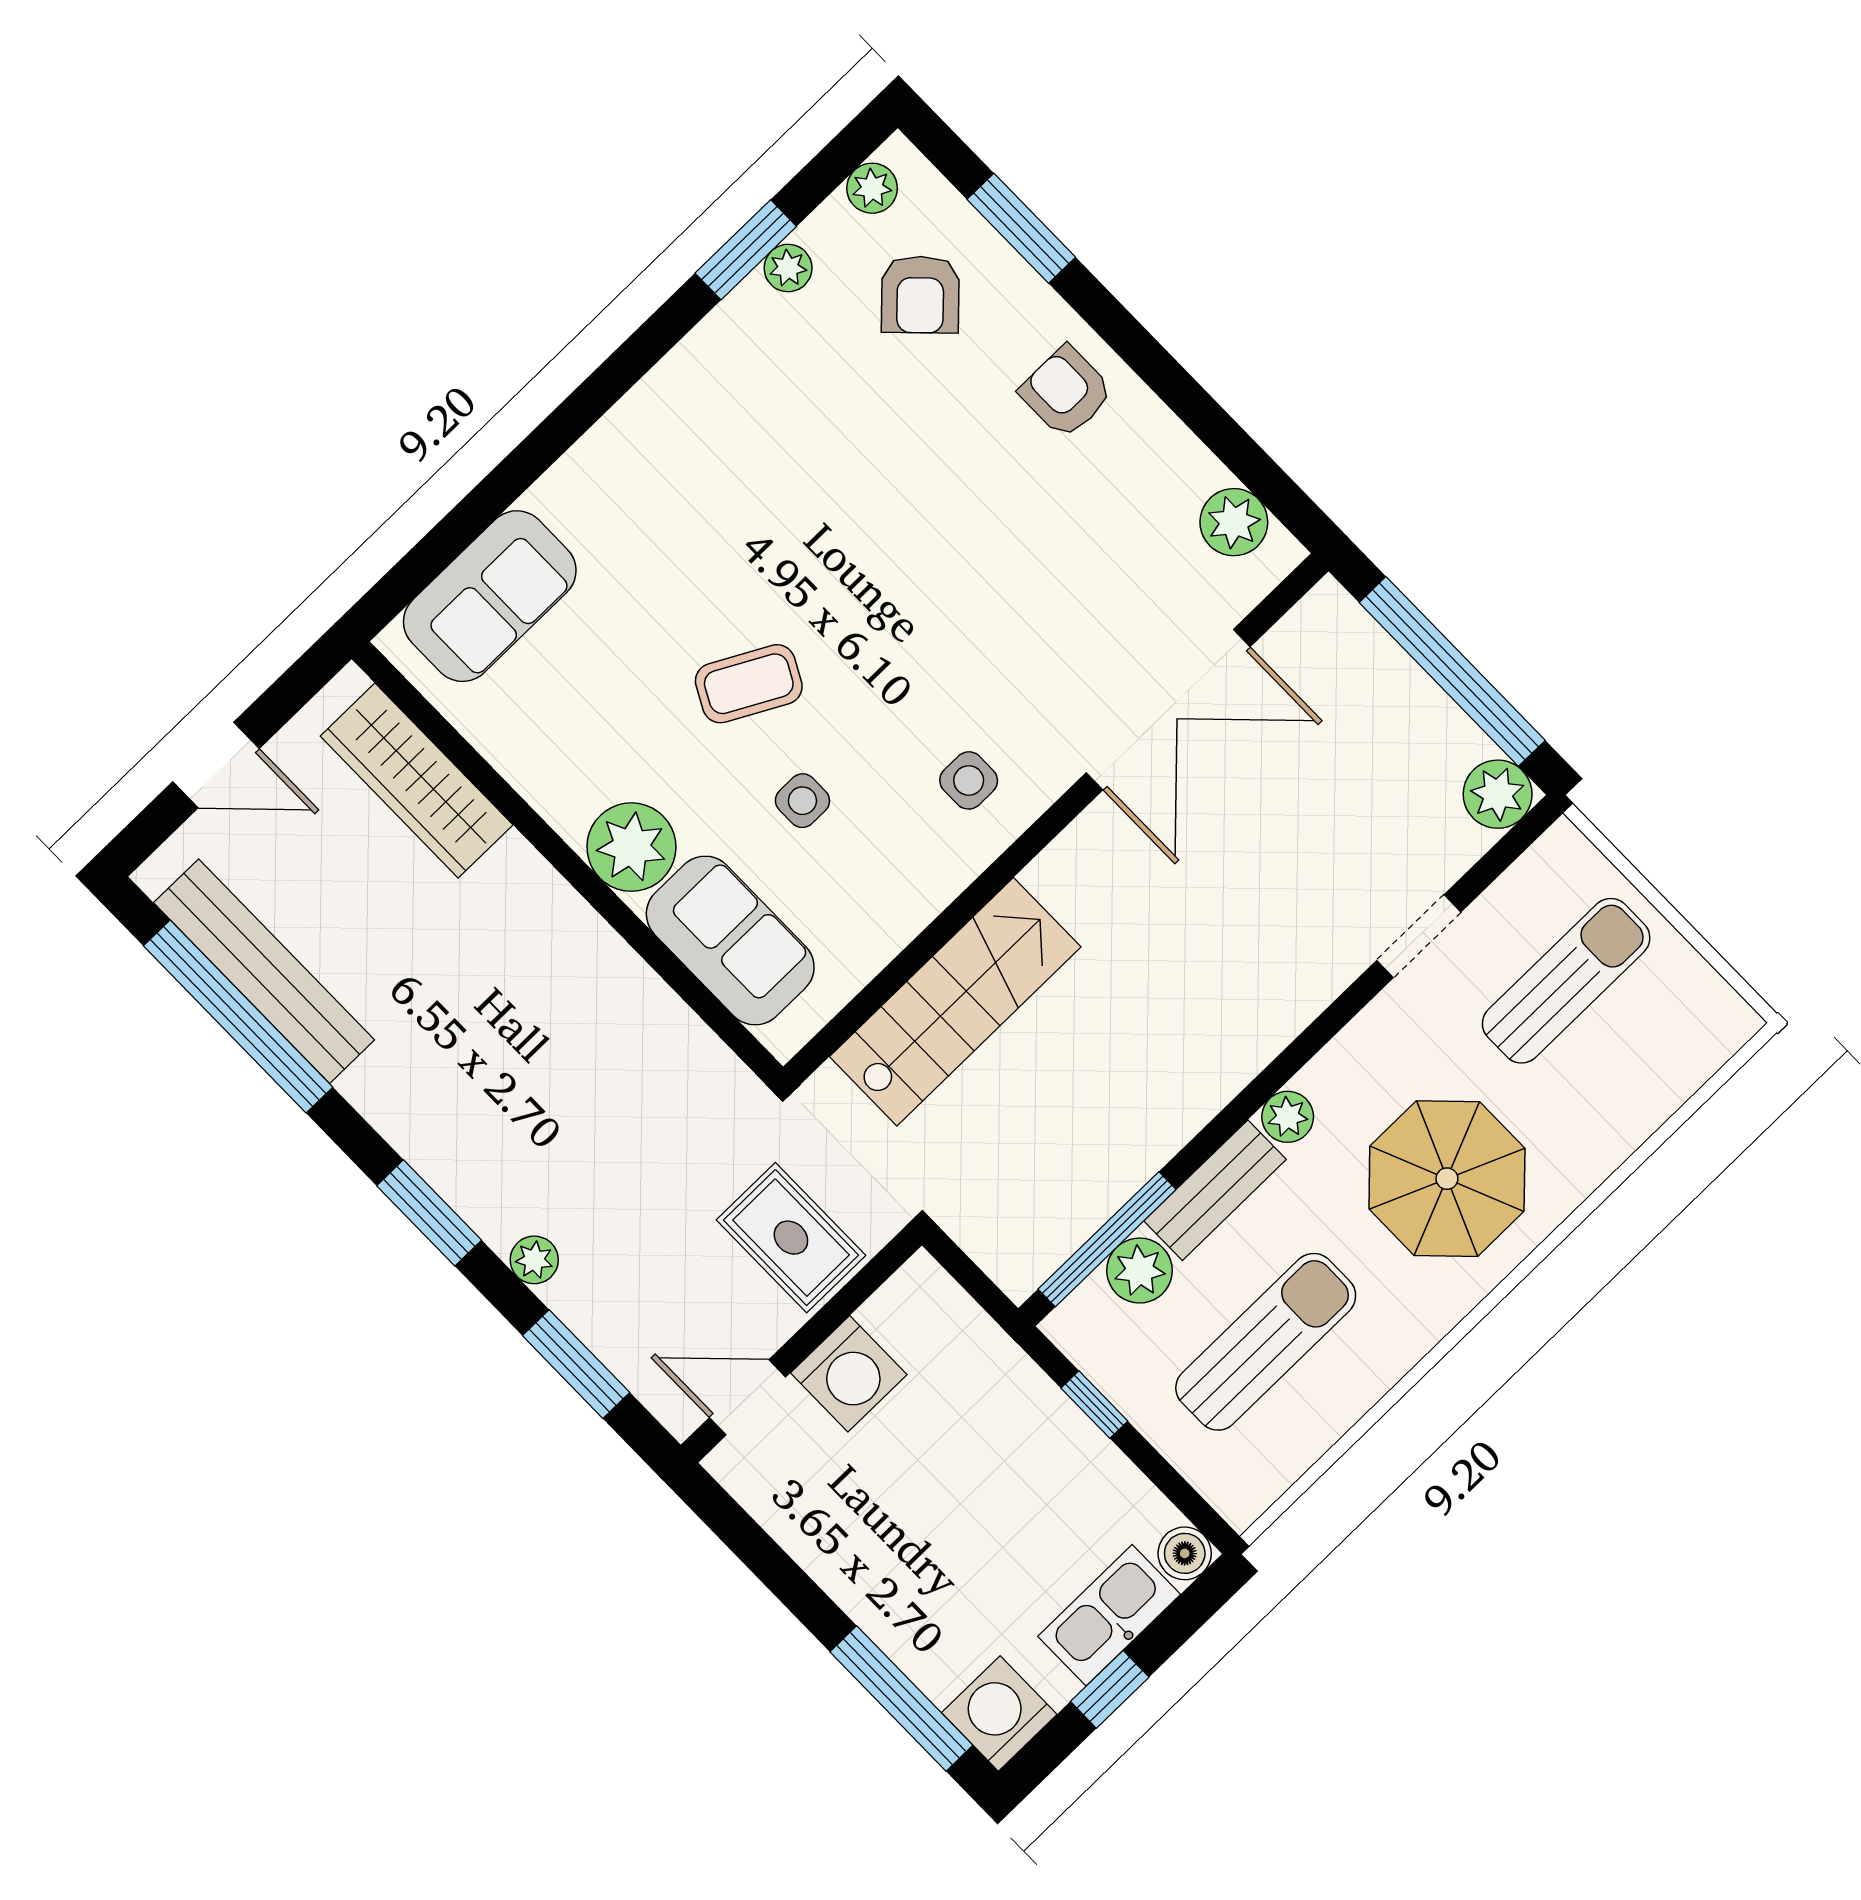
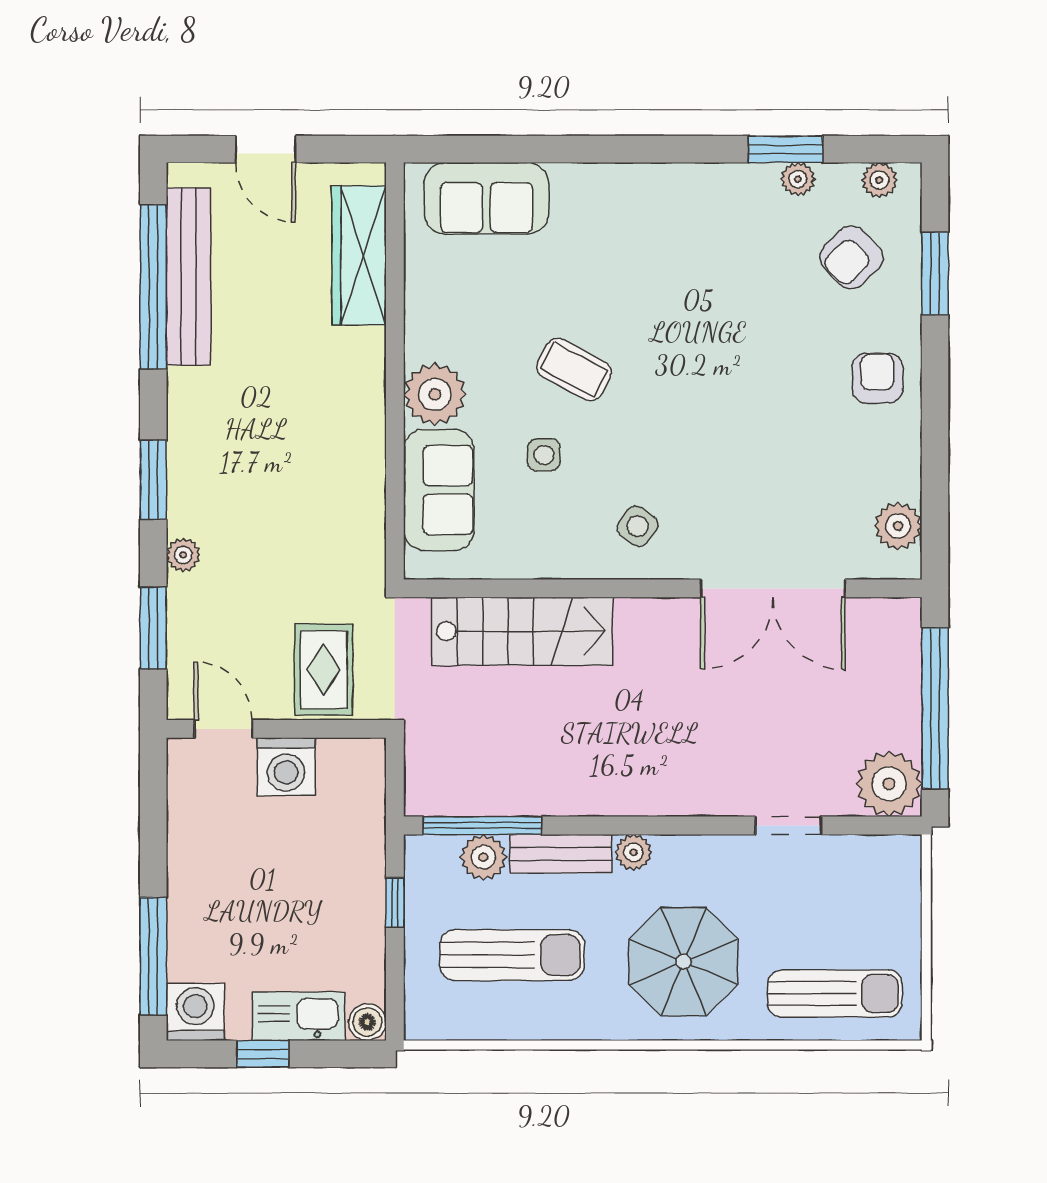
side table: (969, 780) -> (638, 526), turned 36
plant: (1498, 794) -> (889, 784), width x1.36, depth x1.36
sun lounger: (1566, 981) -> (835, 993), moved

